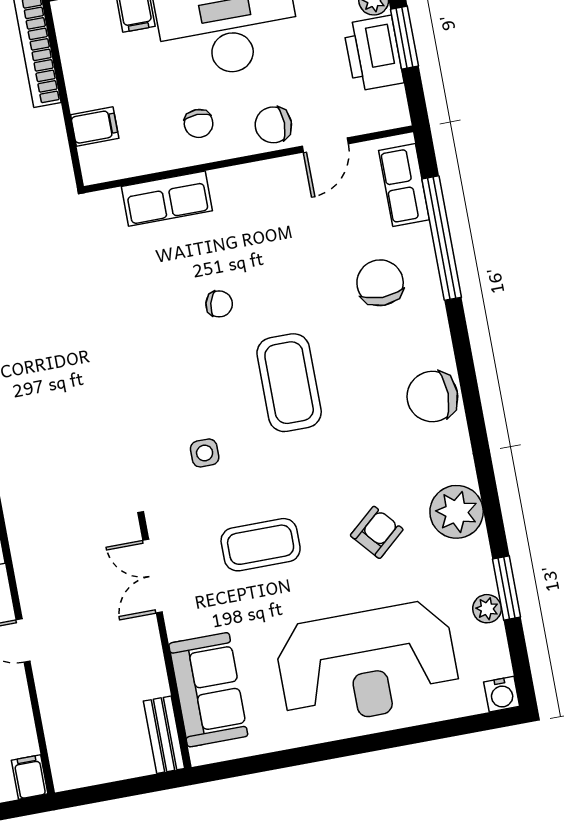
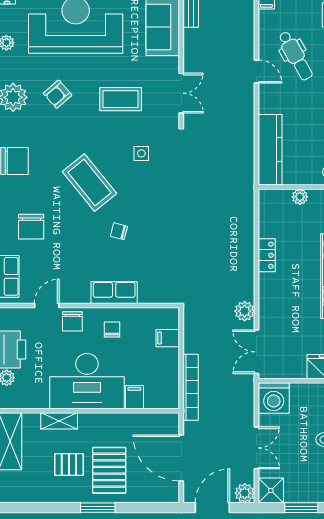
chair: (273, 125) -> (72, 321), turned 90
row of seats: (167, 199) -> (114, 293), moved
coffee table: (289, 383) -> (89, 183), turned -39

